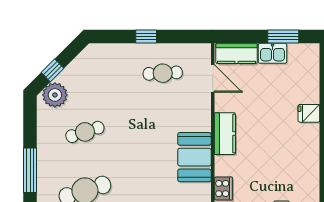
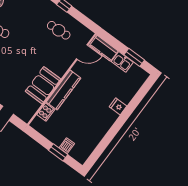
door: (213, 79) -> (82, 52), hinge flipped
kitchen counter: (225, 134) -> (63, 90), width x1.50

